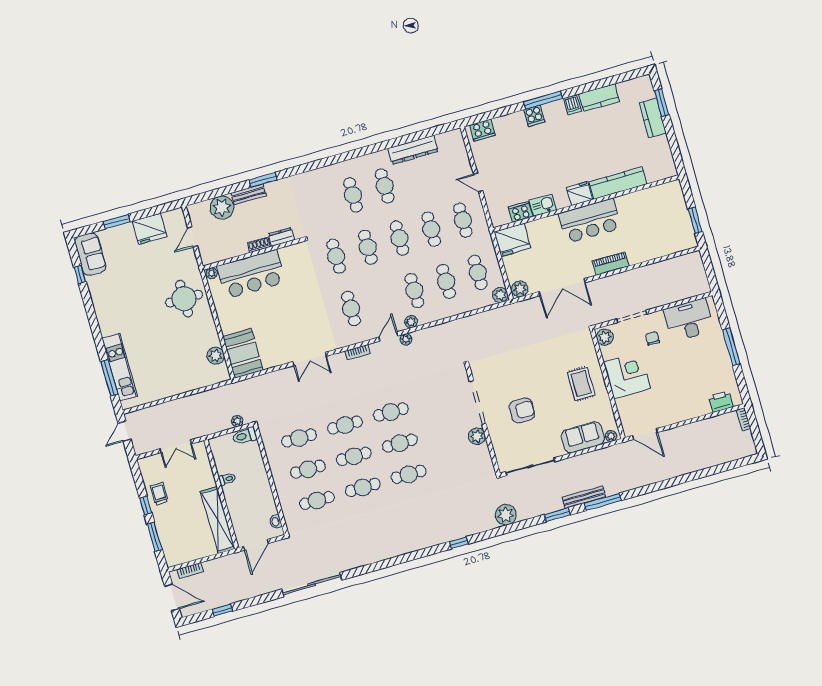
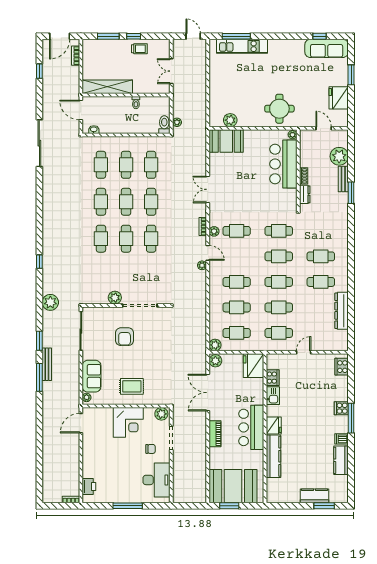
booth: (669, 223) -> (233, 486), added
sofa: (90, 254) -> (327, 48), width x1.36
plant: (411, 322) -> (214, 231), moved

